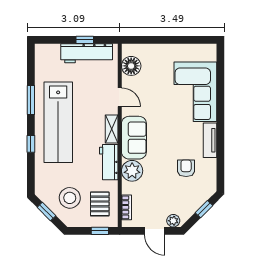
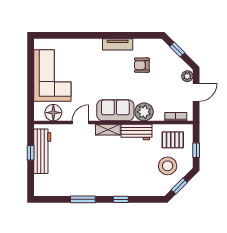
corner sofa: (195, 92) -> (52, 76), moved, turned -90
lab bench: (58, 122) -> (102, 176), removed
window: (100, 231) -> (196, 150), moved

